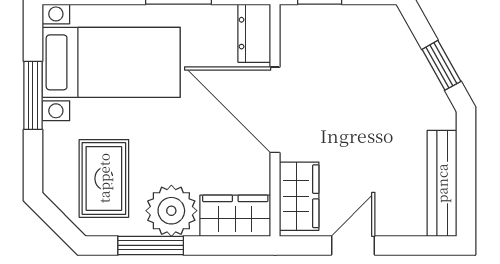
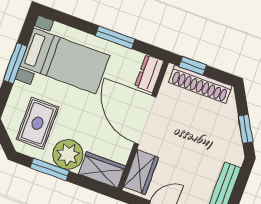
shoe rack: (342, 20) -> (200, 84), added

